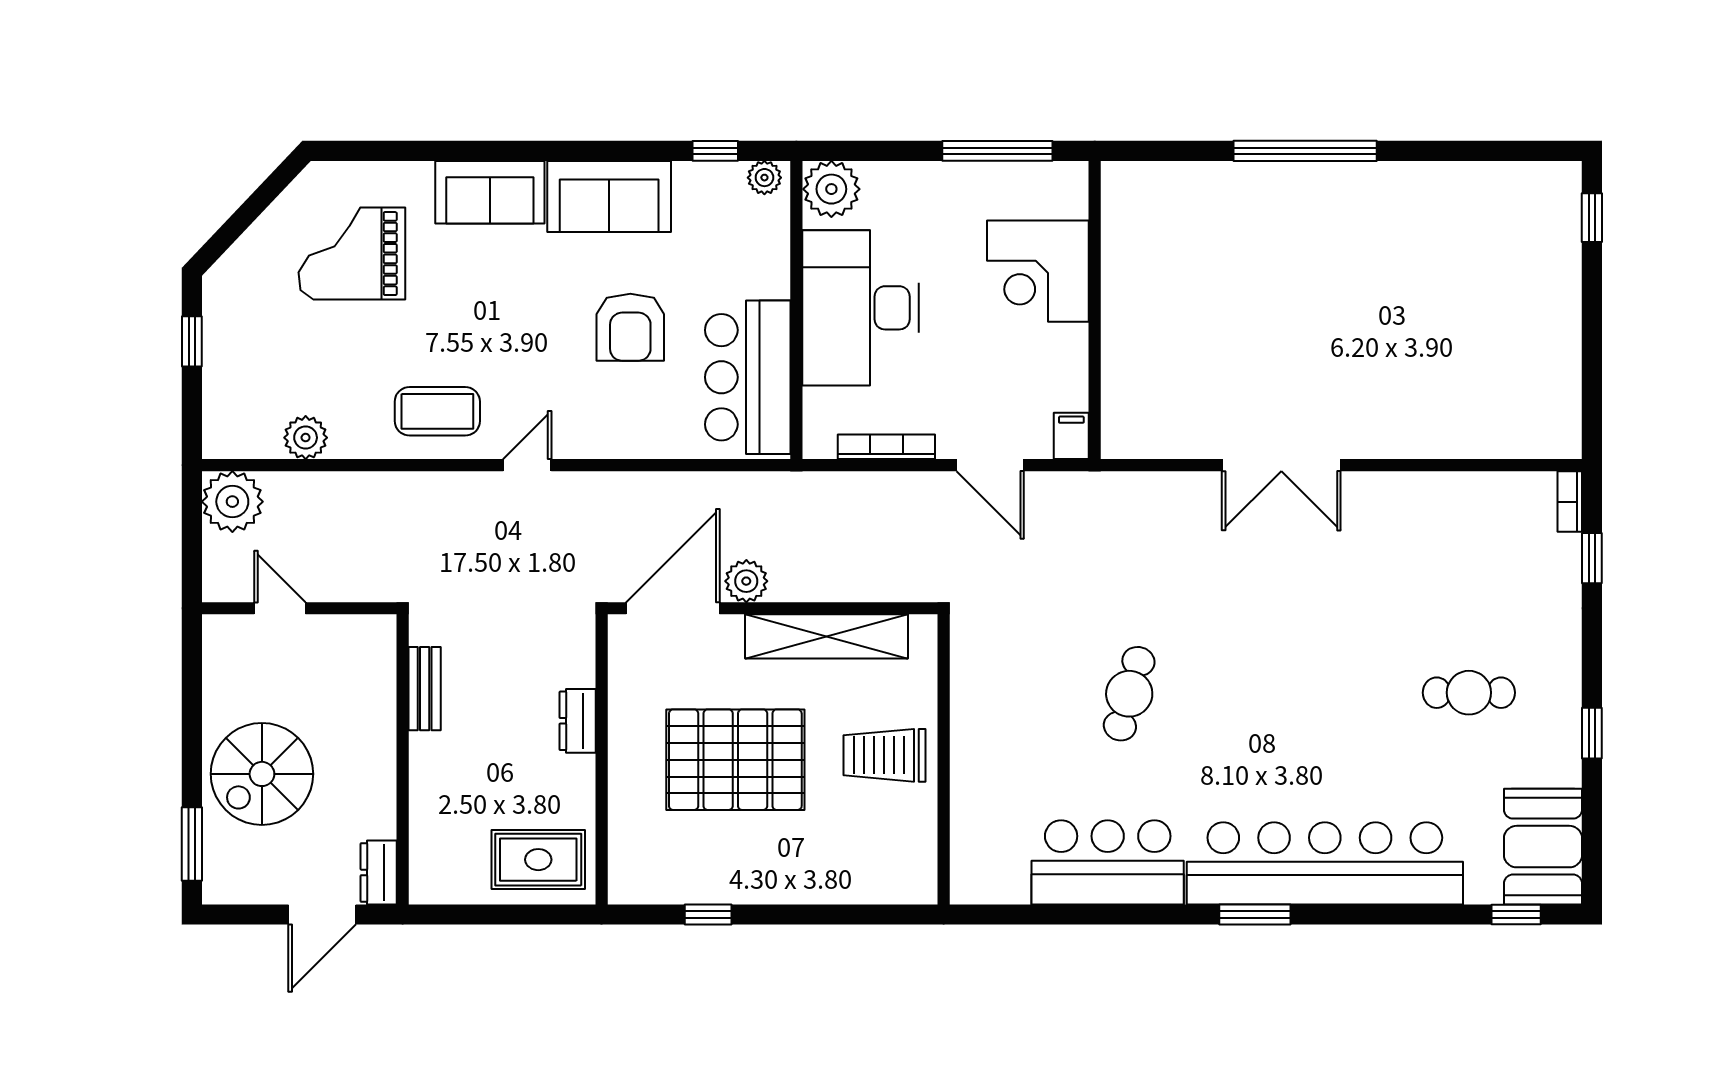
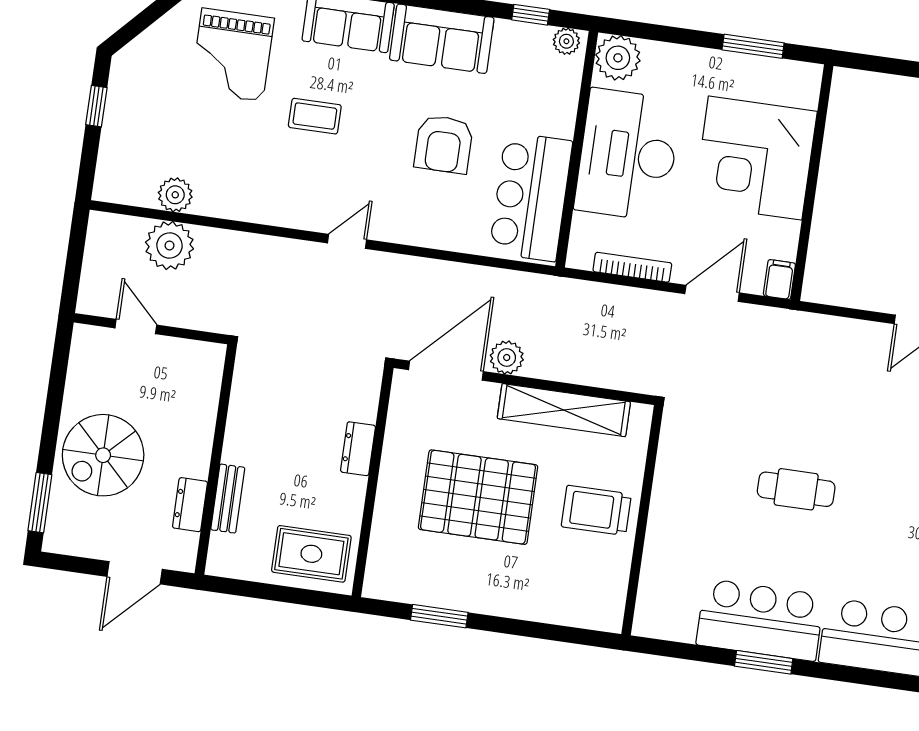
window: (997, 151) -> (753, 46), width x0.69
grand piano: (352, 254) -> (232, 55), turned -90
corner desk: (1038, 271) -> (755, 158), width x1.36, depth x1.36
coffee table: (437, 411) -> (315, 116), moved, width x0.73, depth x0.77
door: (990, 465) -> (712, 293), swing flipped
plant: (232, 502) -> (170, 245), moved
bench: (425, 689) -> (228, 499), moved
cafe table: (1129, 694) -> (796, 489), turned 74
dresser: (379, 872) -> (190, 505), moved
window: (708, 914) -> (439, 616), width x1.50
window: (1255, 914) -> (764, 662), moved

